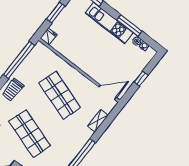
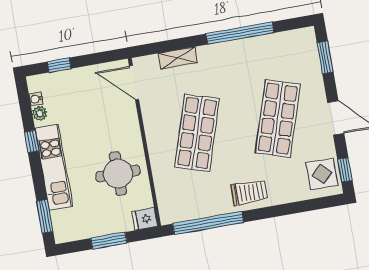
window: (129, 26) -> (32, 141), width x0.46
round table: (78, 46) -> (118, 174), added
window: (141, 79) -> (59, 65), moved

